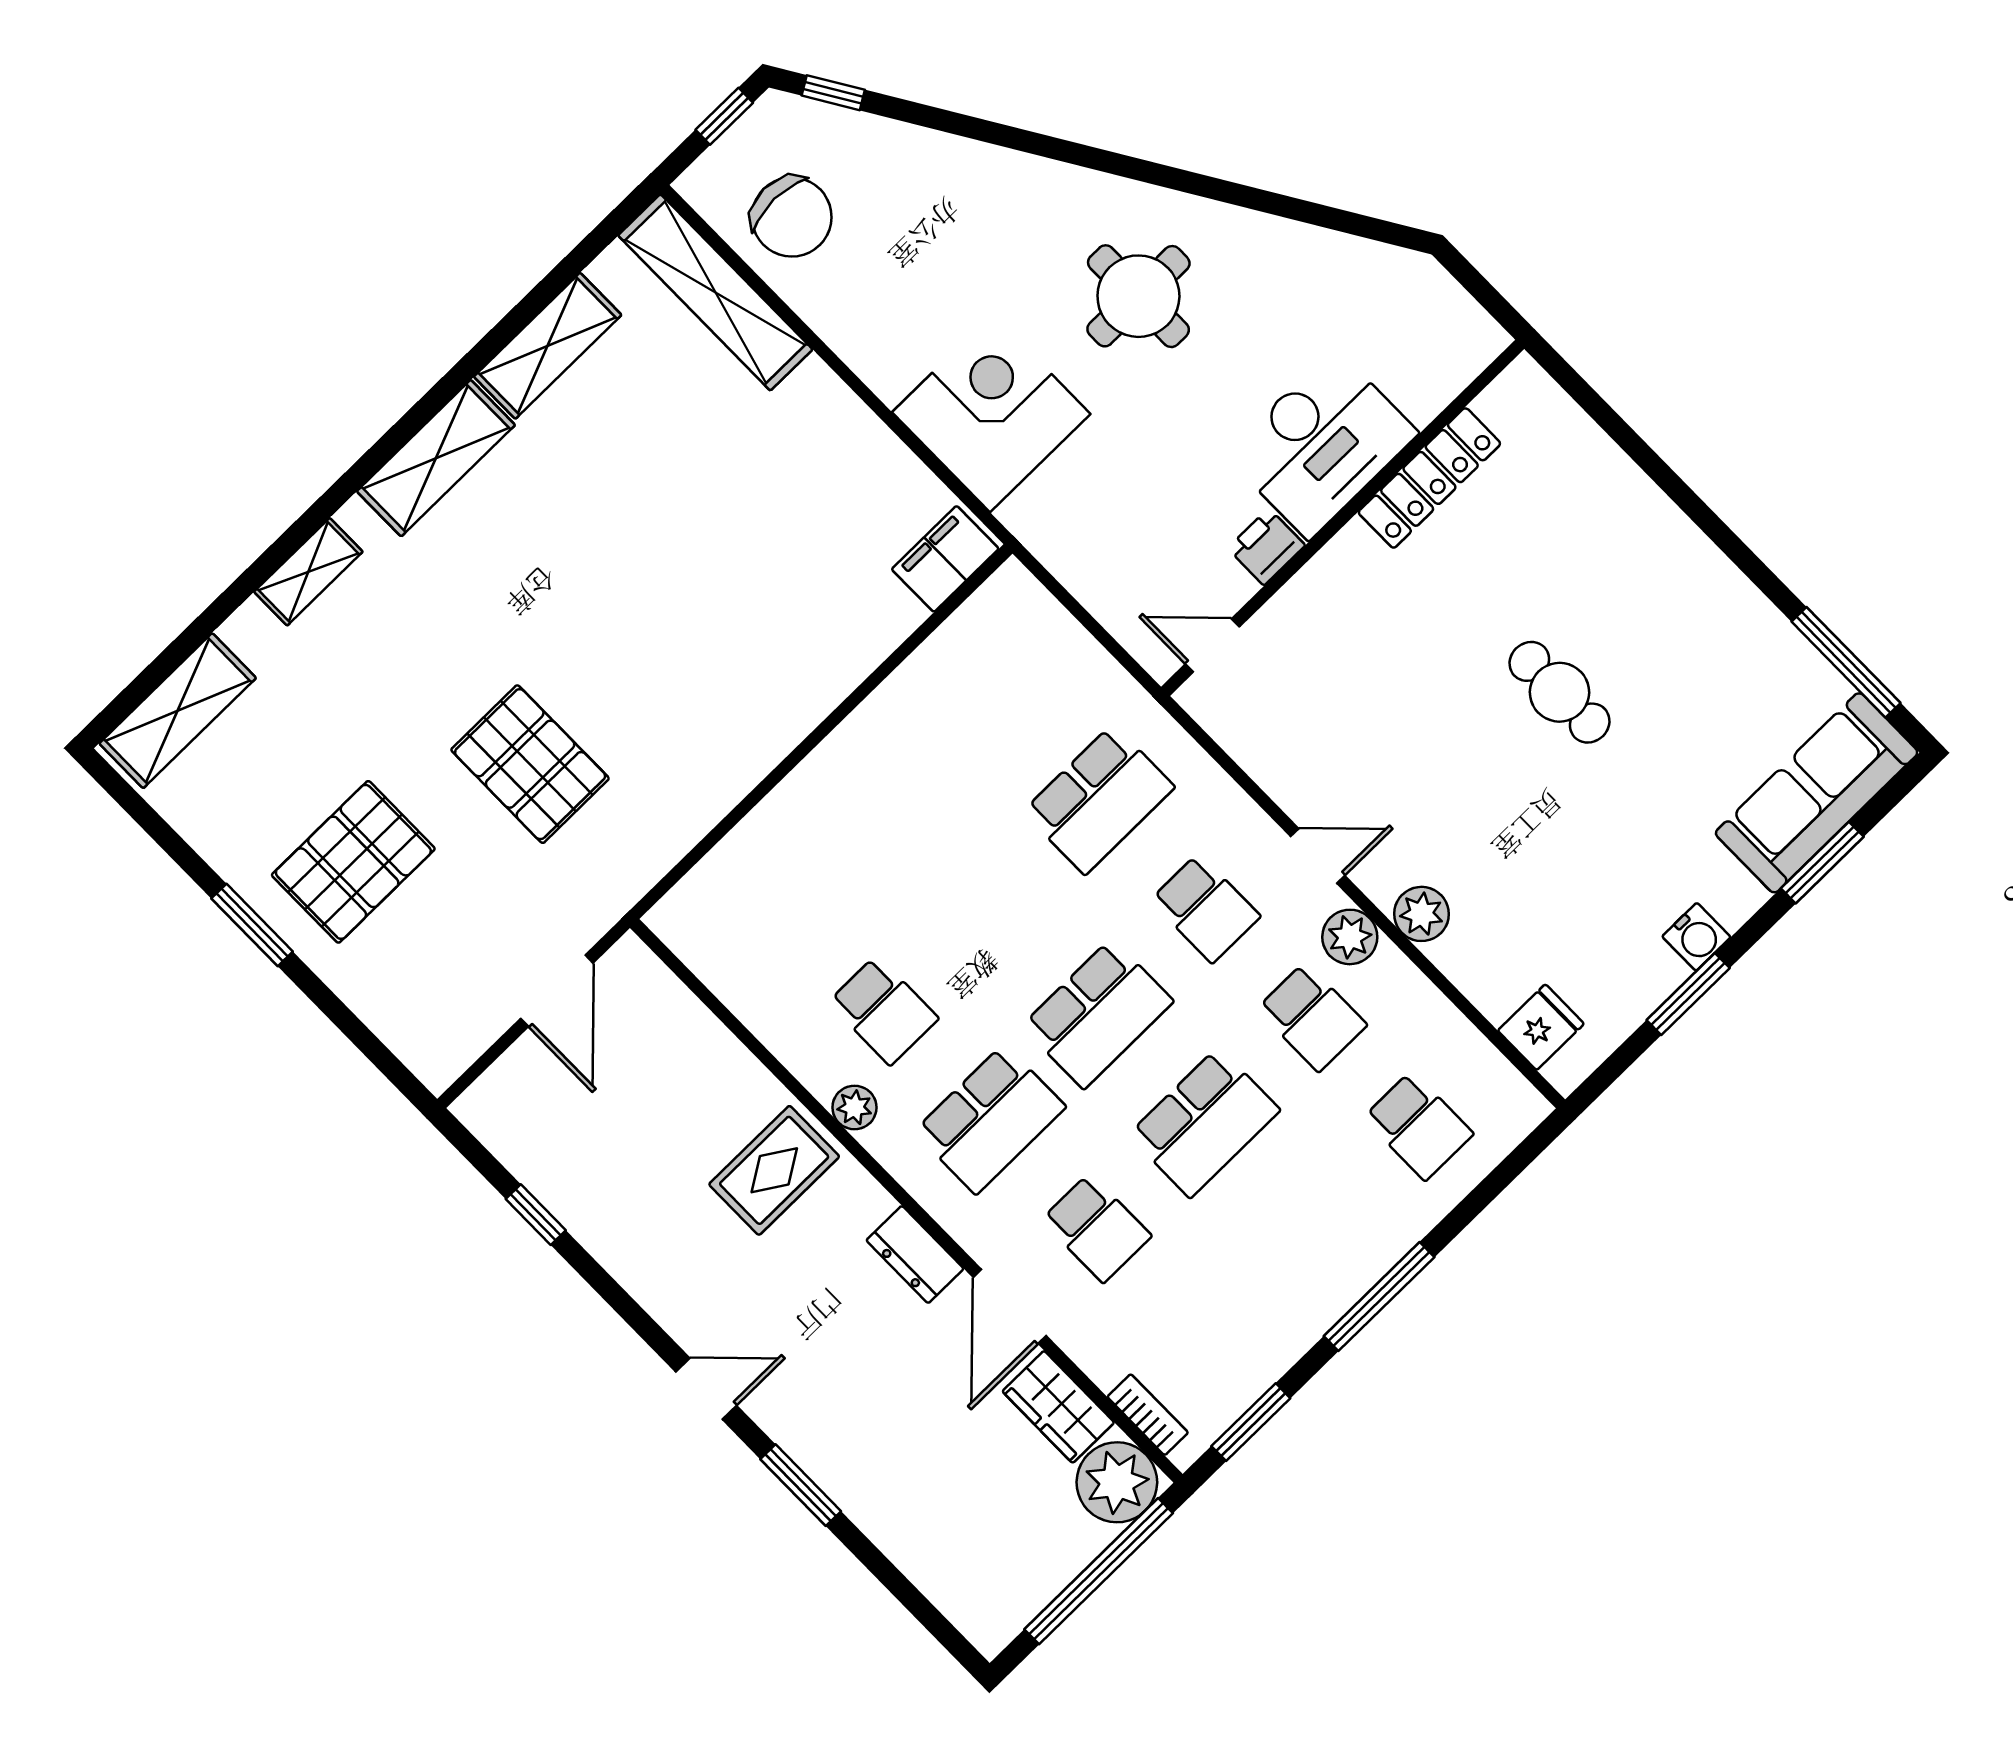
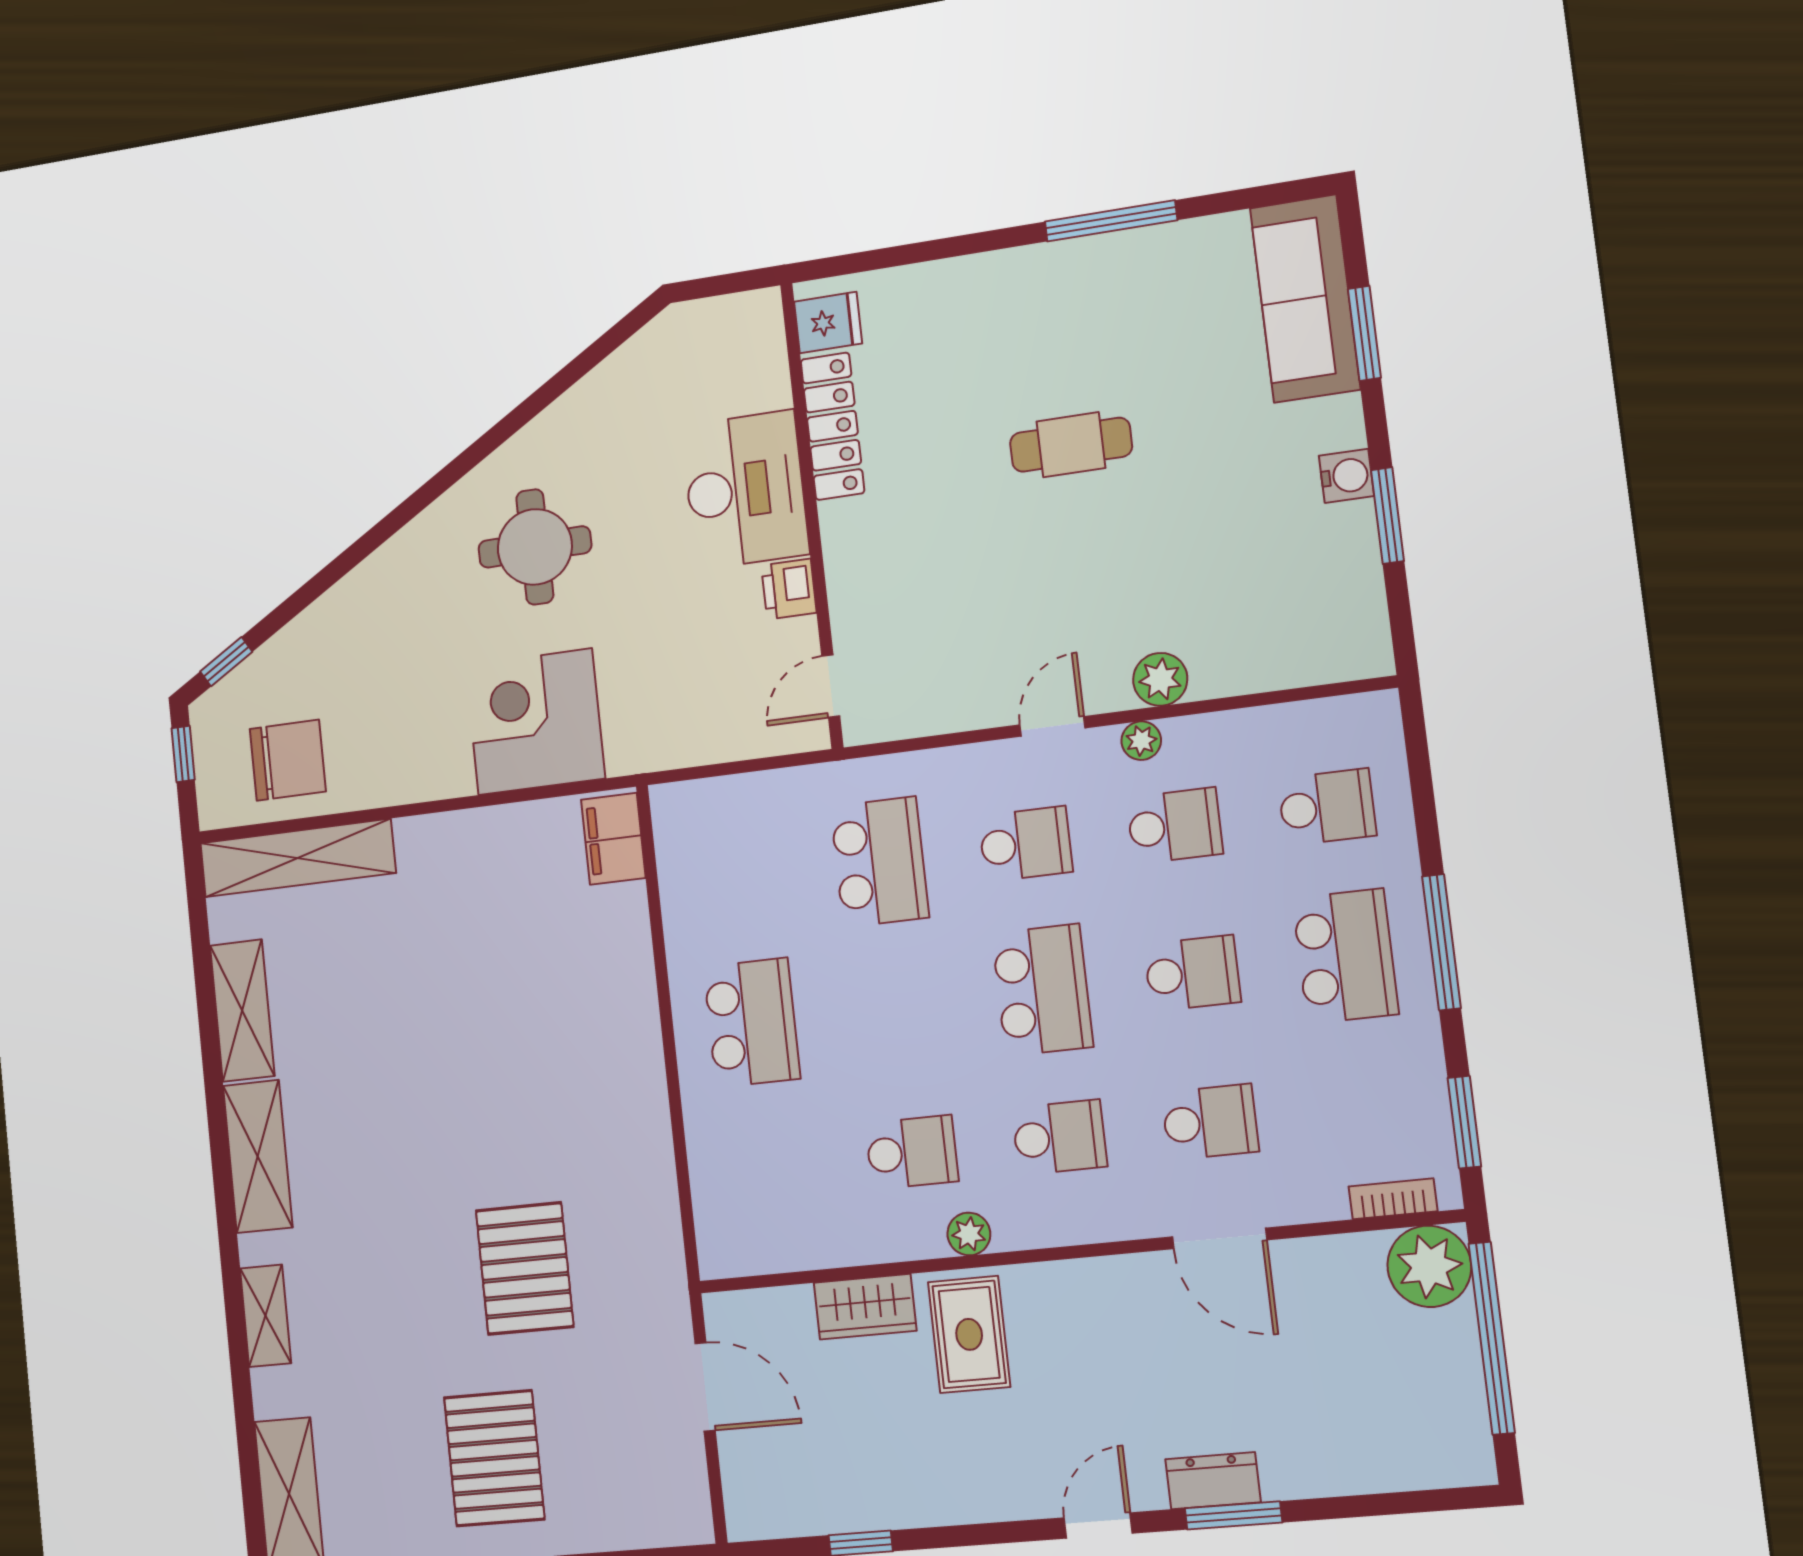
window: (1846, 662) -> (1111, 221), moved
pallet: (530, 764) -> (525, 1268), turned 90
school desk: (885, 796) -> (752, 1023), added
plant: (1350, 937) -> (1141, 741), width x0.73, depth x0.73
fridge: (1541, 1027) -> (828, 323), moved, turned 90
school desk: (990, 1119) -> (1059, 1137), width x0.54
school desk: (1204, 1122) -> (1192, 973), width x0.54
school desk: (1311, 1231) -> (1345, 956), added
dresser: (915, 1254) -> (1213, 1481), moved, turned 180
wardrobe: (1058, 1407) -> (865, 1307), moved

